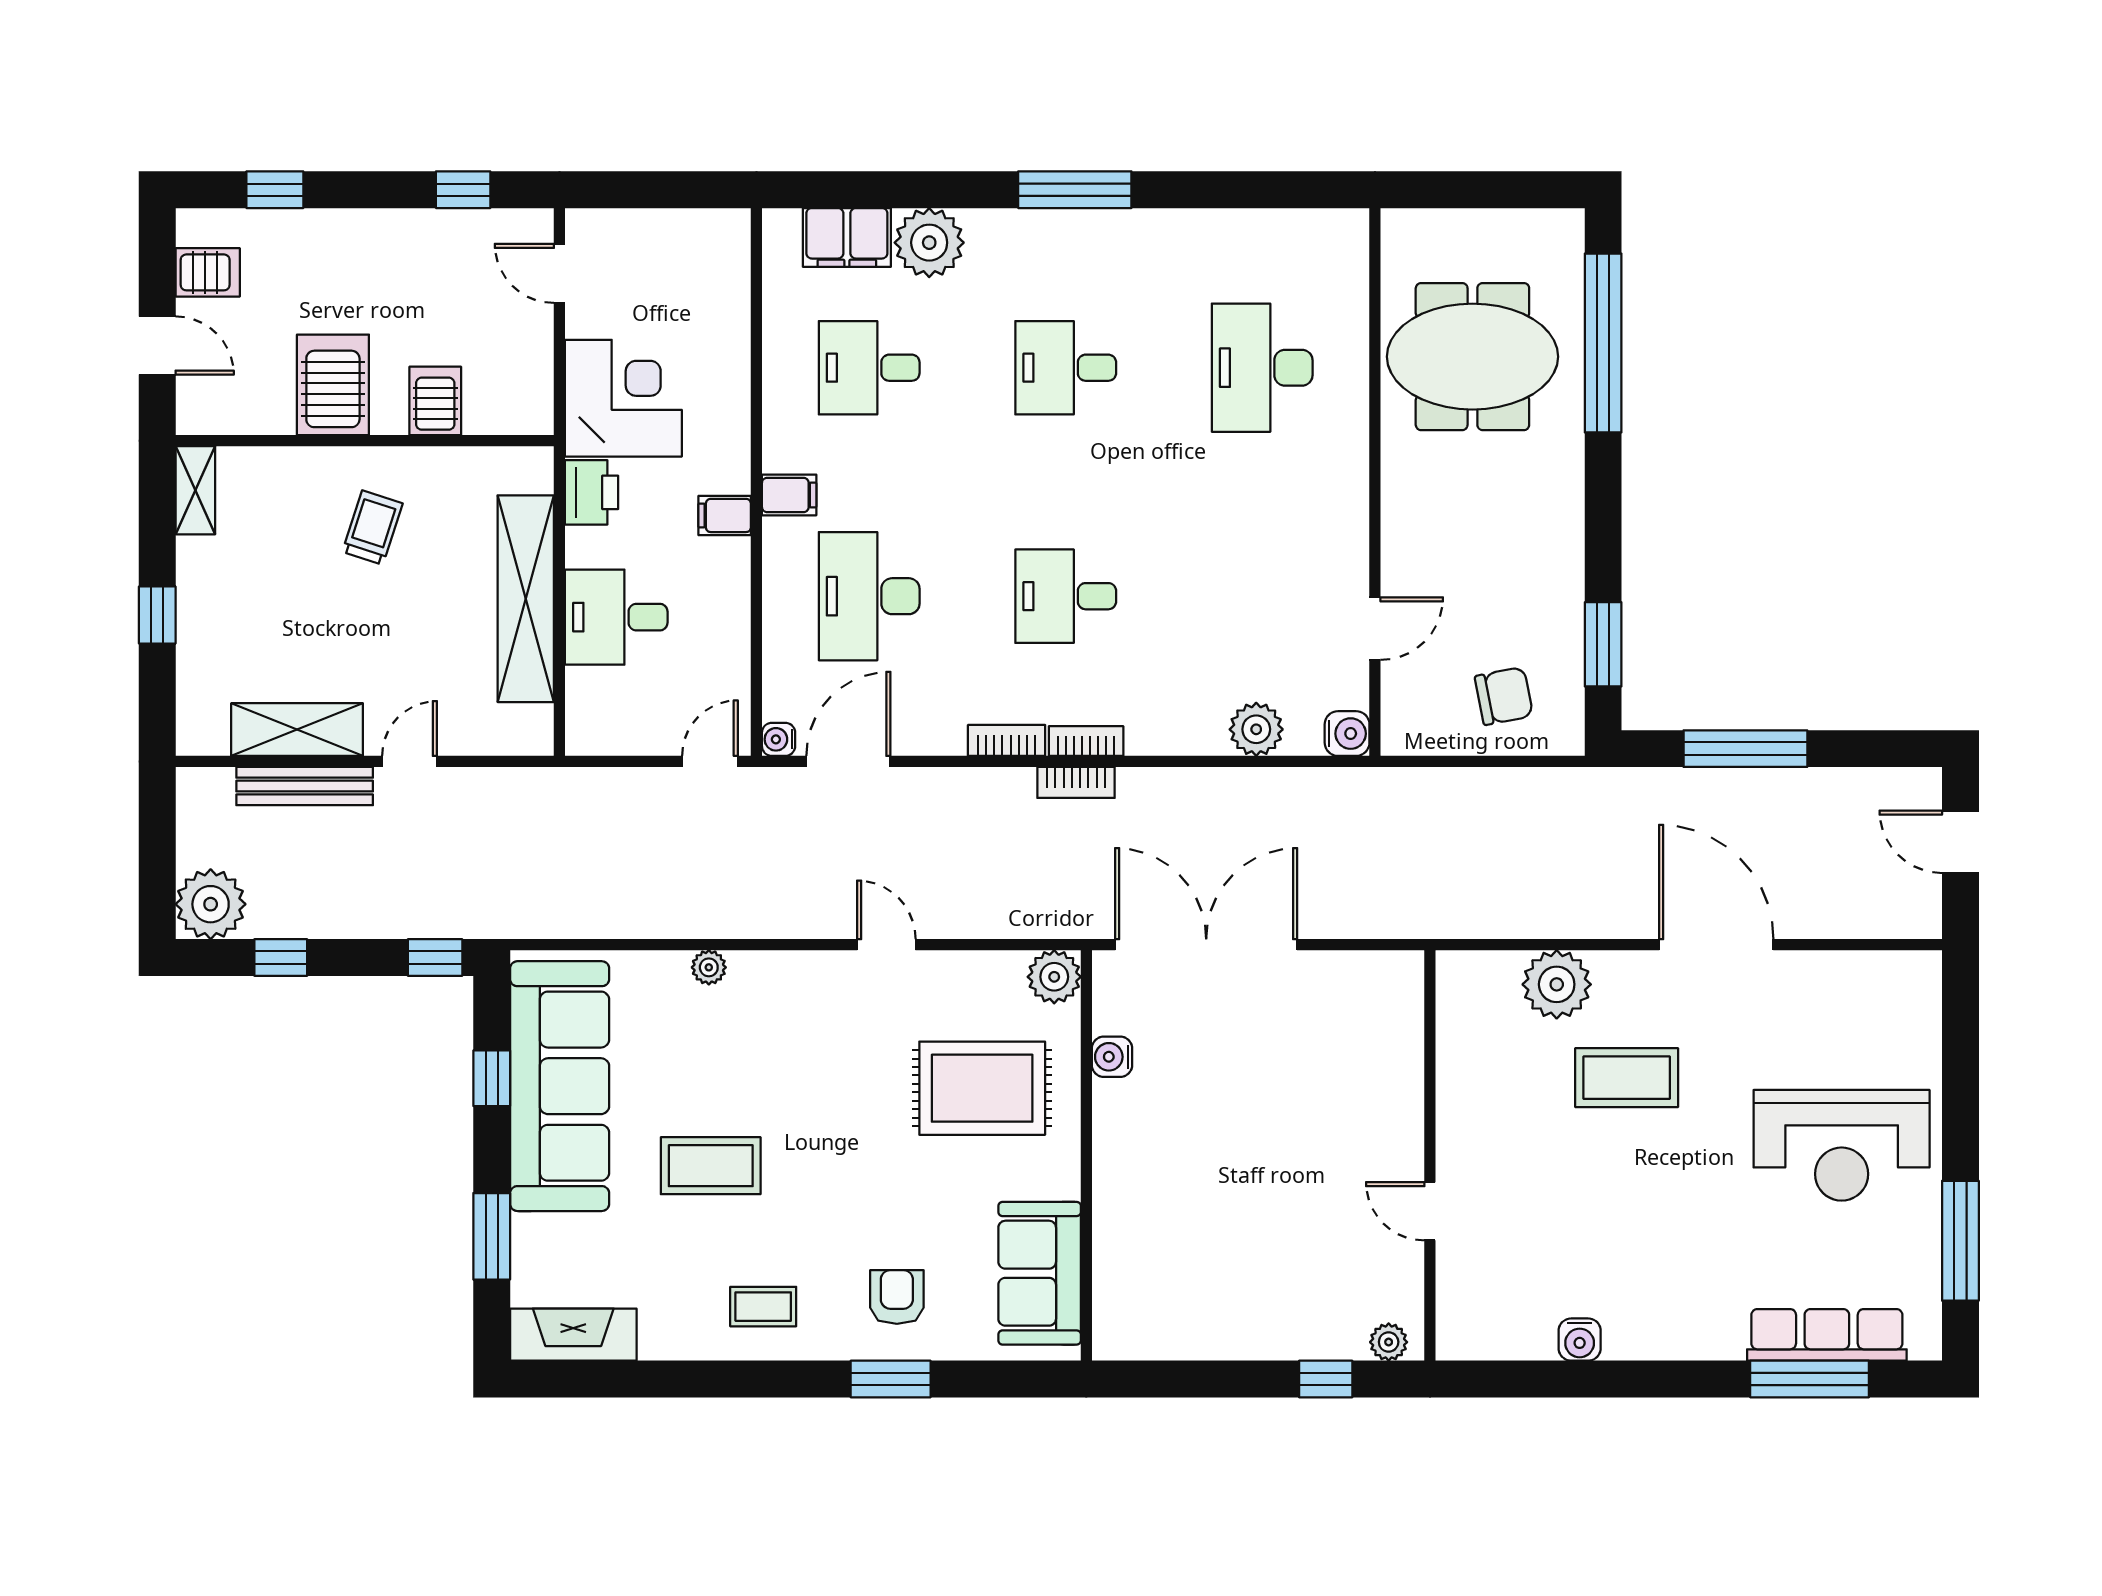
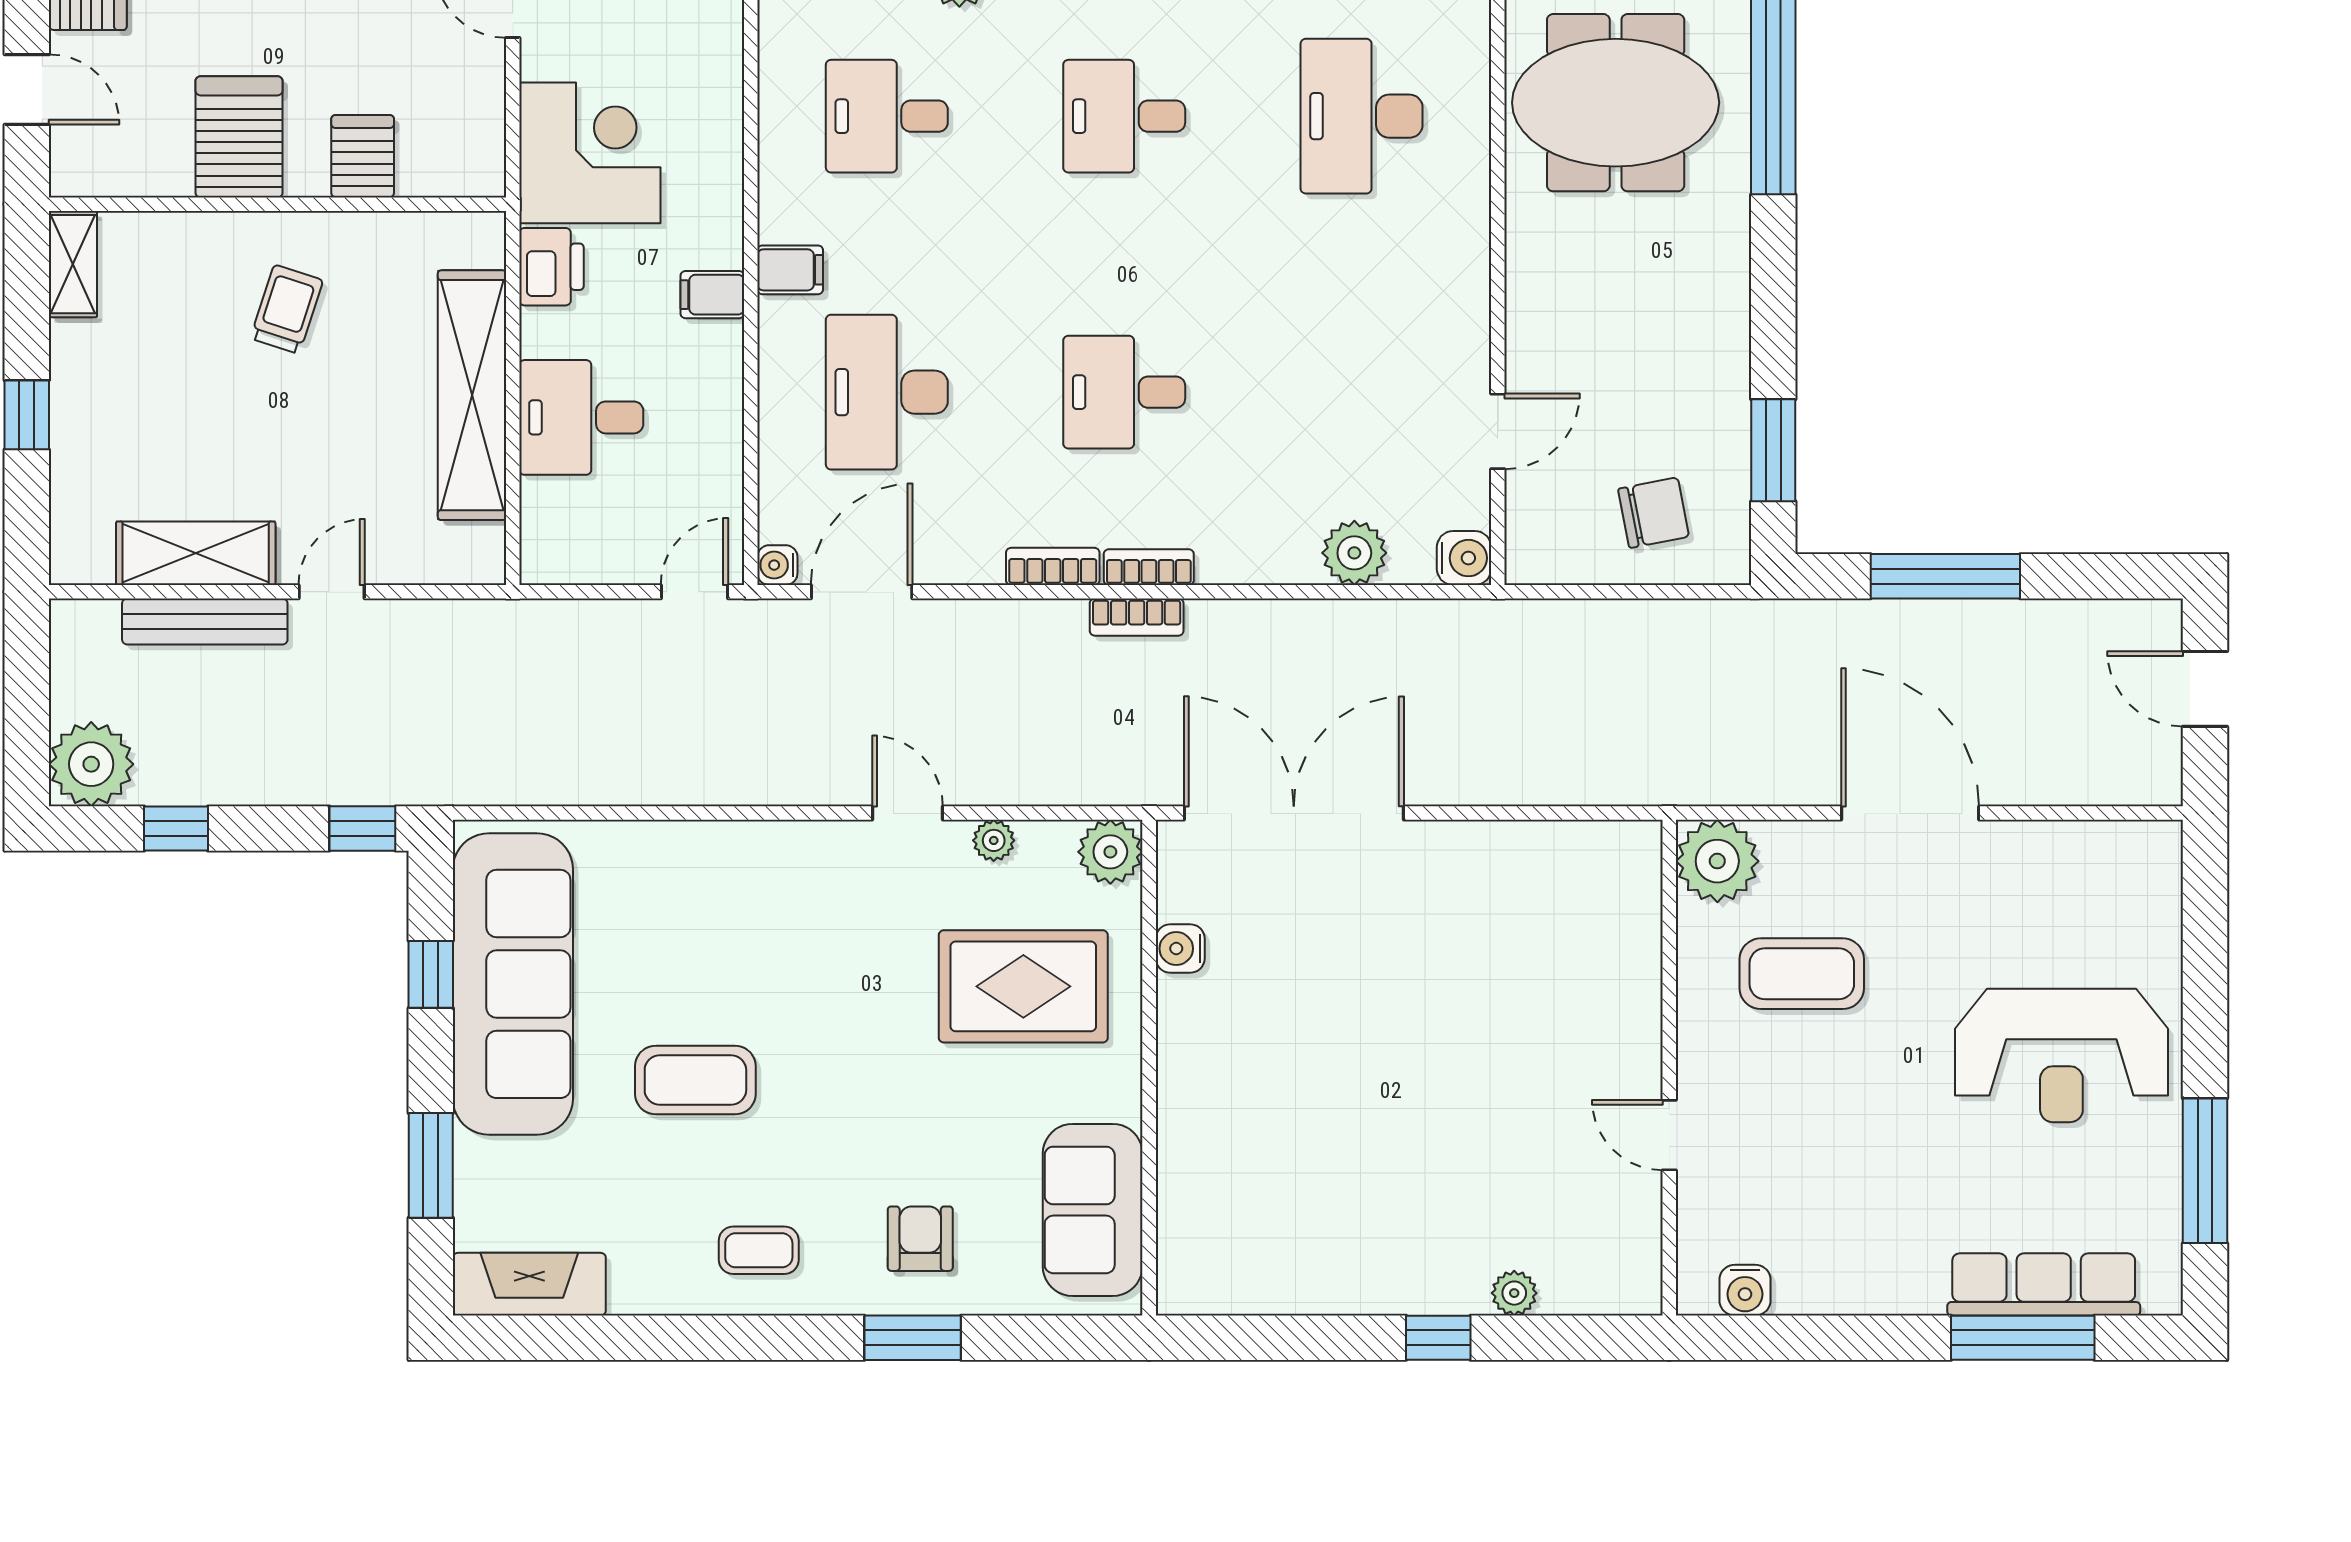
plant: (709, 967) -> (994, 840), moved
wall: (1430, 1155) -> (1669, 1068), moved
door: (1430, 1211) -> (1669, 1135), moved

